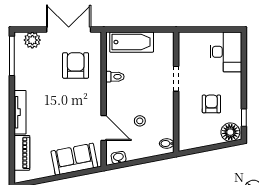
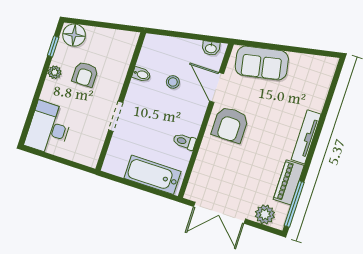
armchair: (76, 65) -> (230, 125), moved
plant: (236, 98) -> (55, 72), added
bidet: (167, 144) -> (141, 74), moved
piano: (22, 153) -> (289, 182), moved

